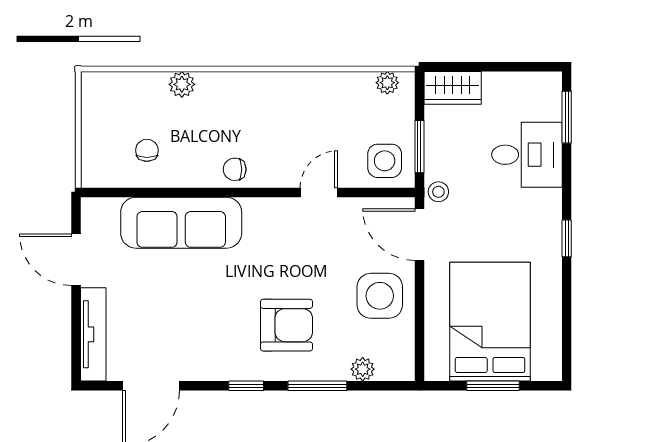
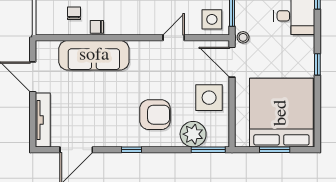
chair: (235, 169) -> (97, 27), moved
bed: (490, 322) -> (281, 113), width x1.36
plant: (363, 369) -> (193, 134), width x1.88, depth x1.88
window: (317, 386) -> (208, 150), moved

